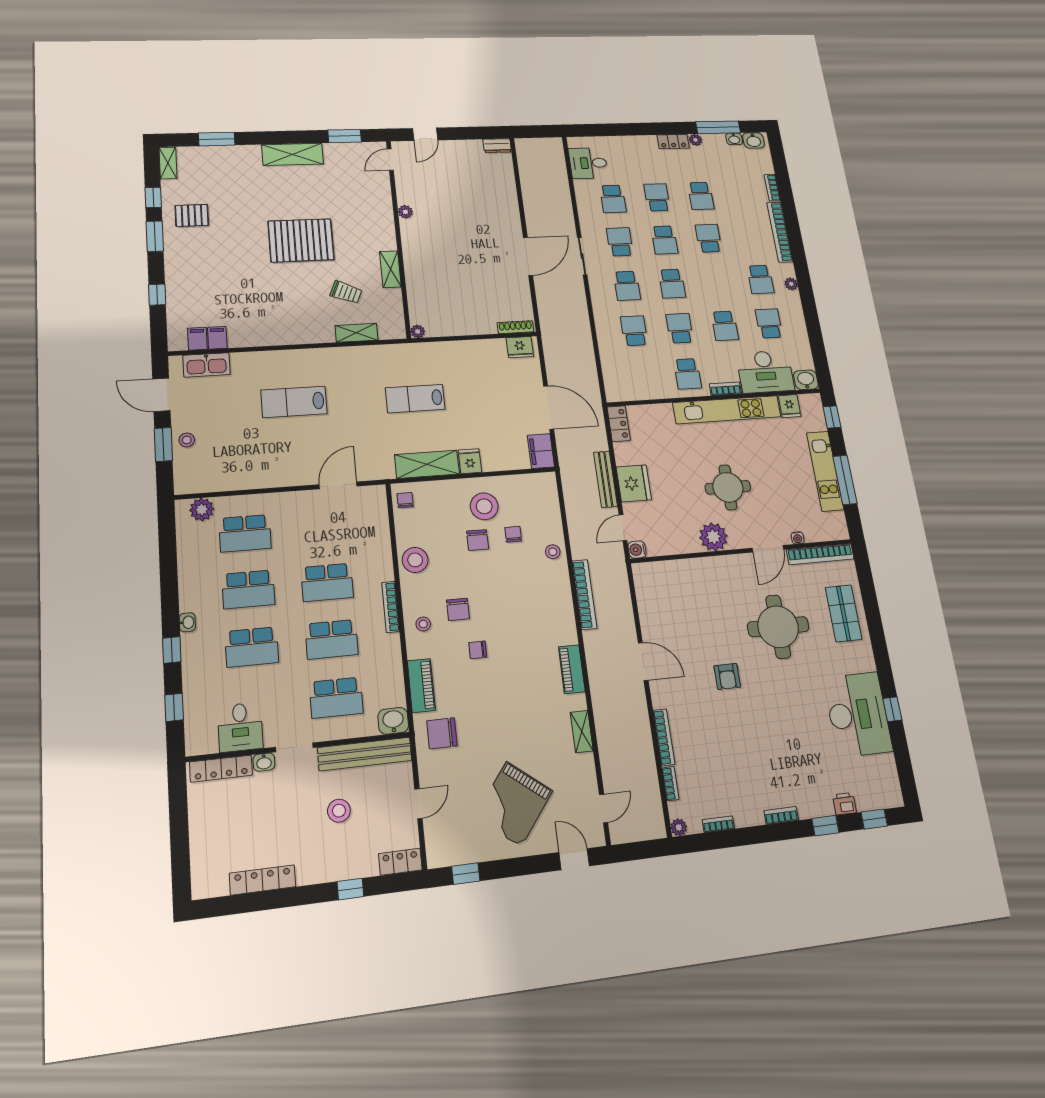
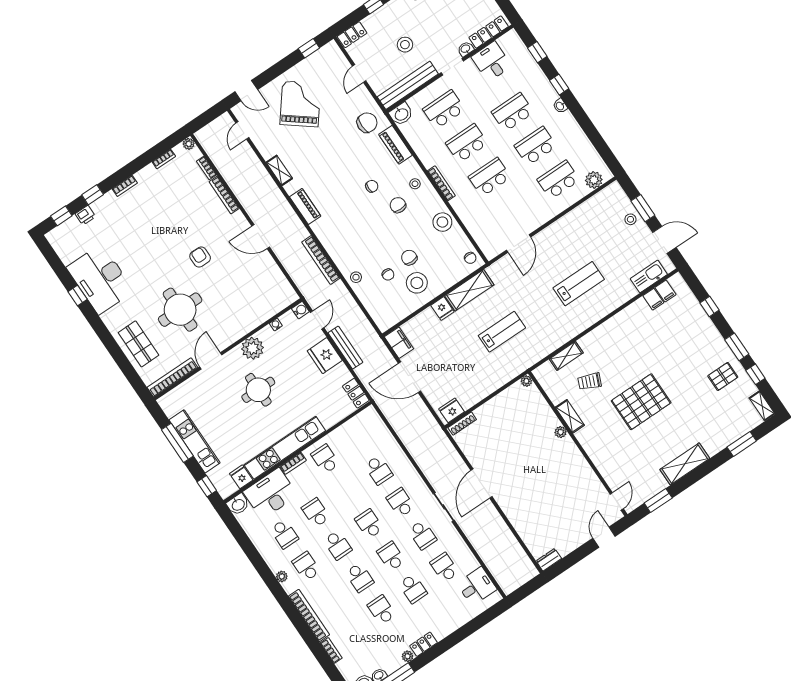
plant: (405, 212) -> (561, 432), moved
school desk: (680, 328) -> (338, 545), moved
water cooler: (798, 538) -> (276, 325), moved

